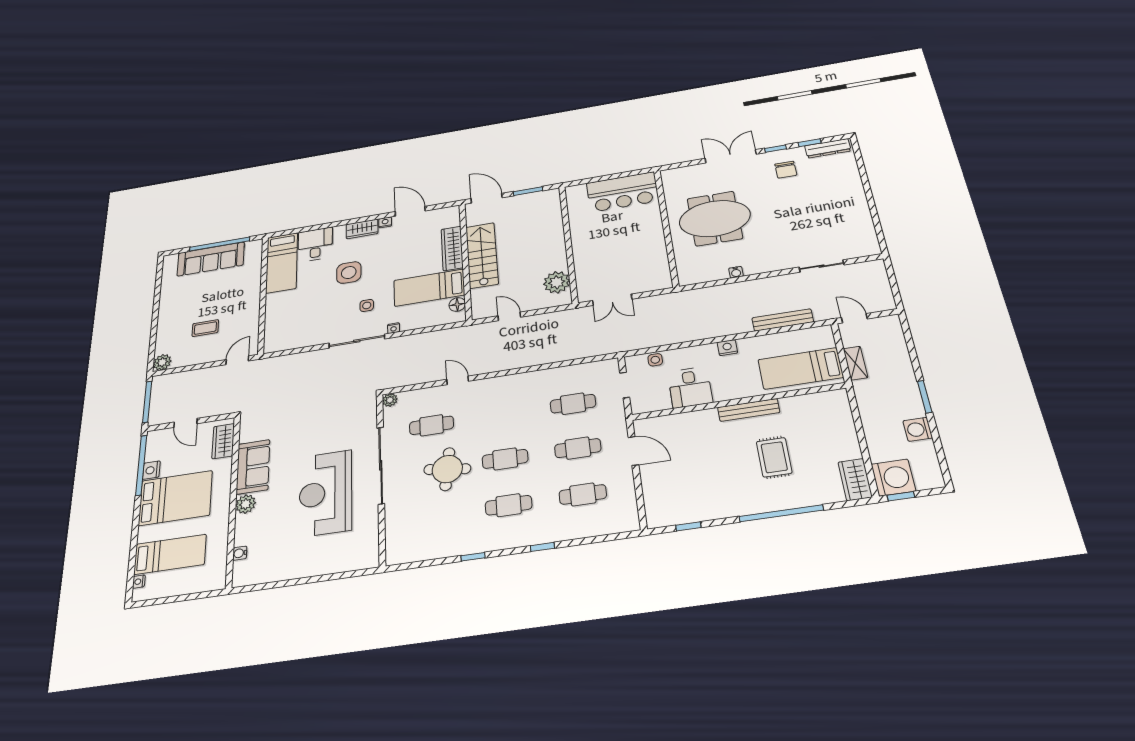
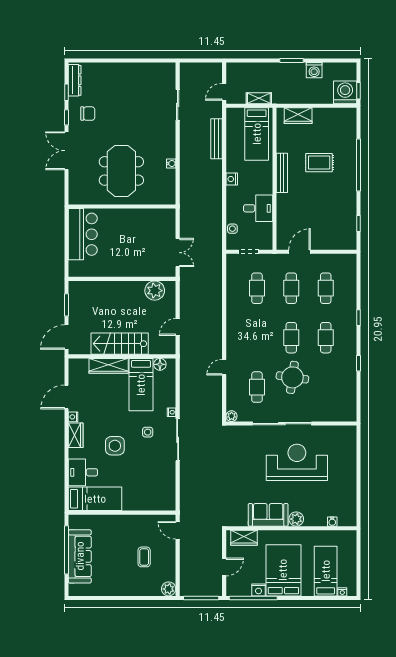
wardrobe: (855, 480) -> (298, 116), moved
reception desk: (326, 493) -> (297, 462), turned 180

